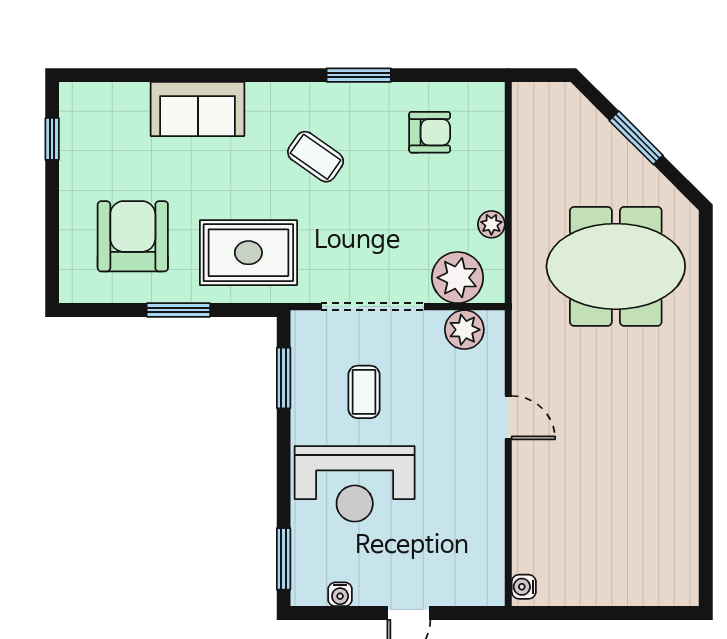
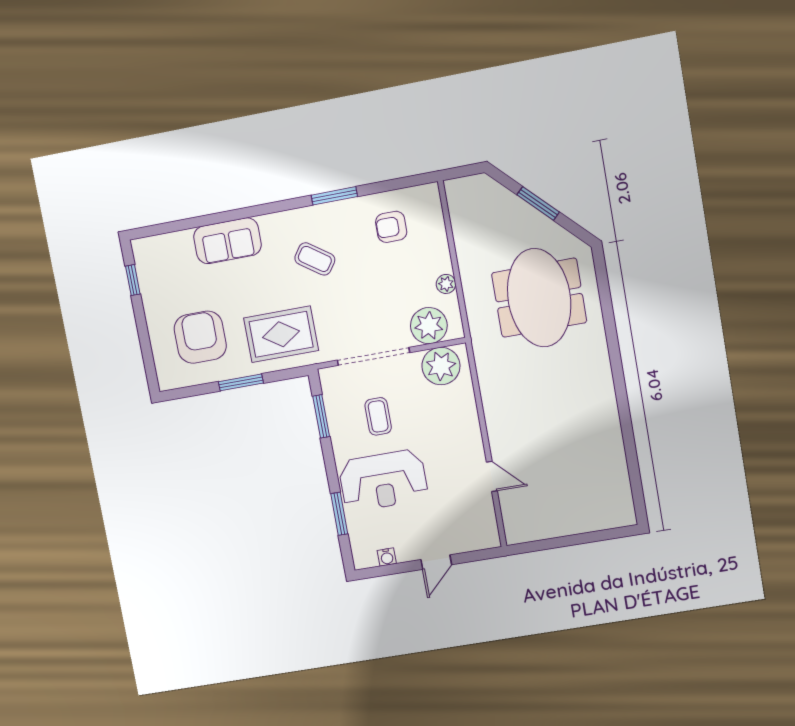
armchair: (430, 132) -> (391, 227), turned 180
meeting table: (616, 266) -> (539, 298), turned 90
plant: (464, 330) -> (441, 366), width x1.36, depth x1.36
door: (508, 418) -> (492, 476), moved
window: (284, 559) -> (339, 514), moved
water cooler: (524, 587) -> (513, 531), removed

